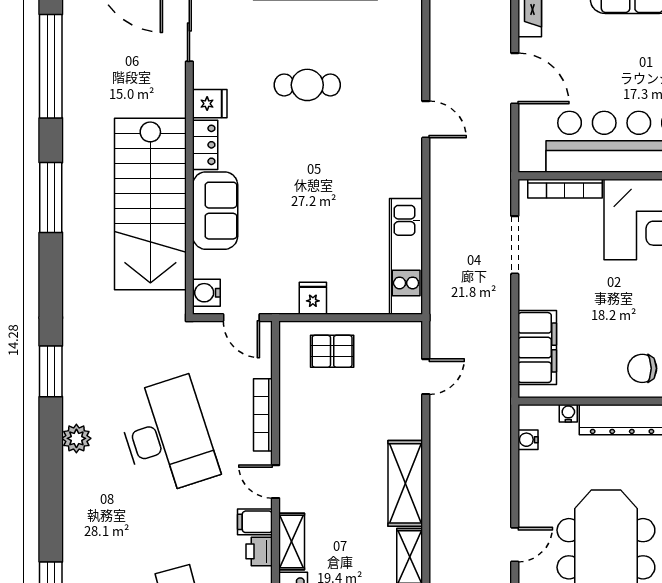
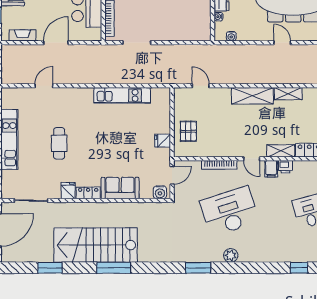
window: (51, 66) -> (50, 268), width x0.47
door: (426, 119) -> (44, 86), moved
stairs: (150, 204) -> (96, 245), moved, turned 180
kitchen unit: (406, 256) -> (122, 95), moved
filing cabinet: (537, 348) -> (187, 32), removed
door: (276, 482) -> (252, 159), hinge flipped

